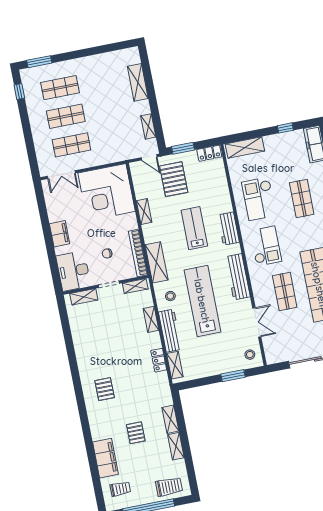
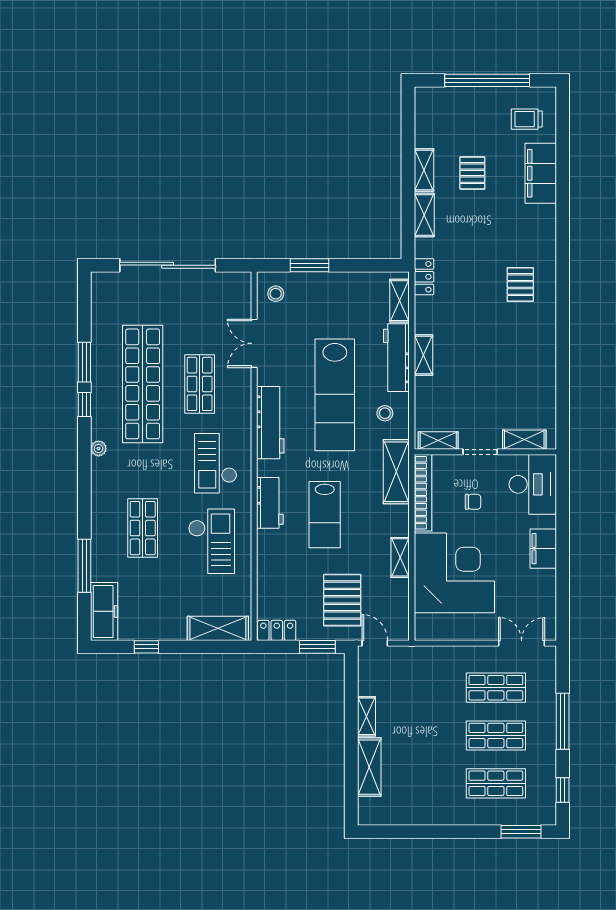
shelving: (148, 126) -> (366, 716), moved
window: (27, 133) -> (563, 721), added
corner desk: (107, 192) -> (454, 573), moved
shelving: (151, 319) -> (423, 355), moved
locker: (159, 360) -> (424, 277), moved
pallet: (136, 433) -> (472, 173), moved
trolley: (169, 487) -> (448, 107), removed

